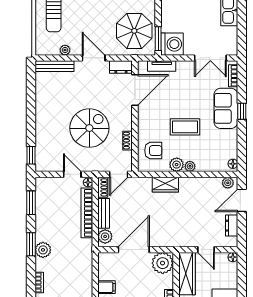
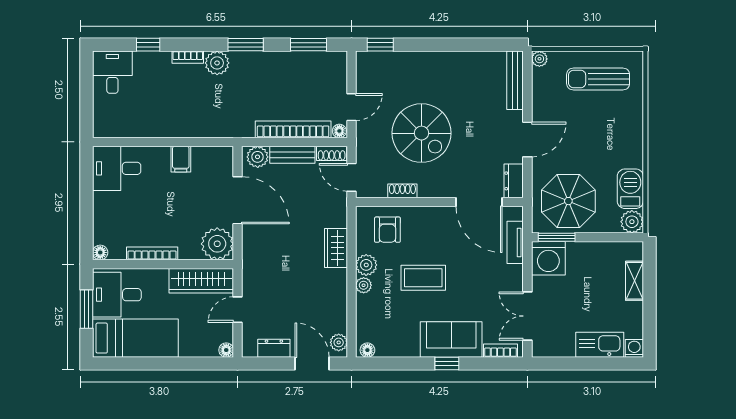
plant: (65, 50) -> (539, 59), moved
coffee table: (185, 127) -> (423, 278), turned 90
plant: (43, 250) -> (217, 63), moved

